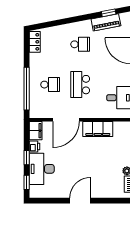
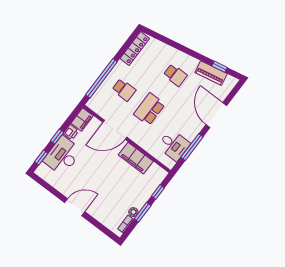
locker: (35, 42) -> (135, 48), width x1.53

